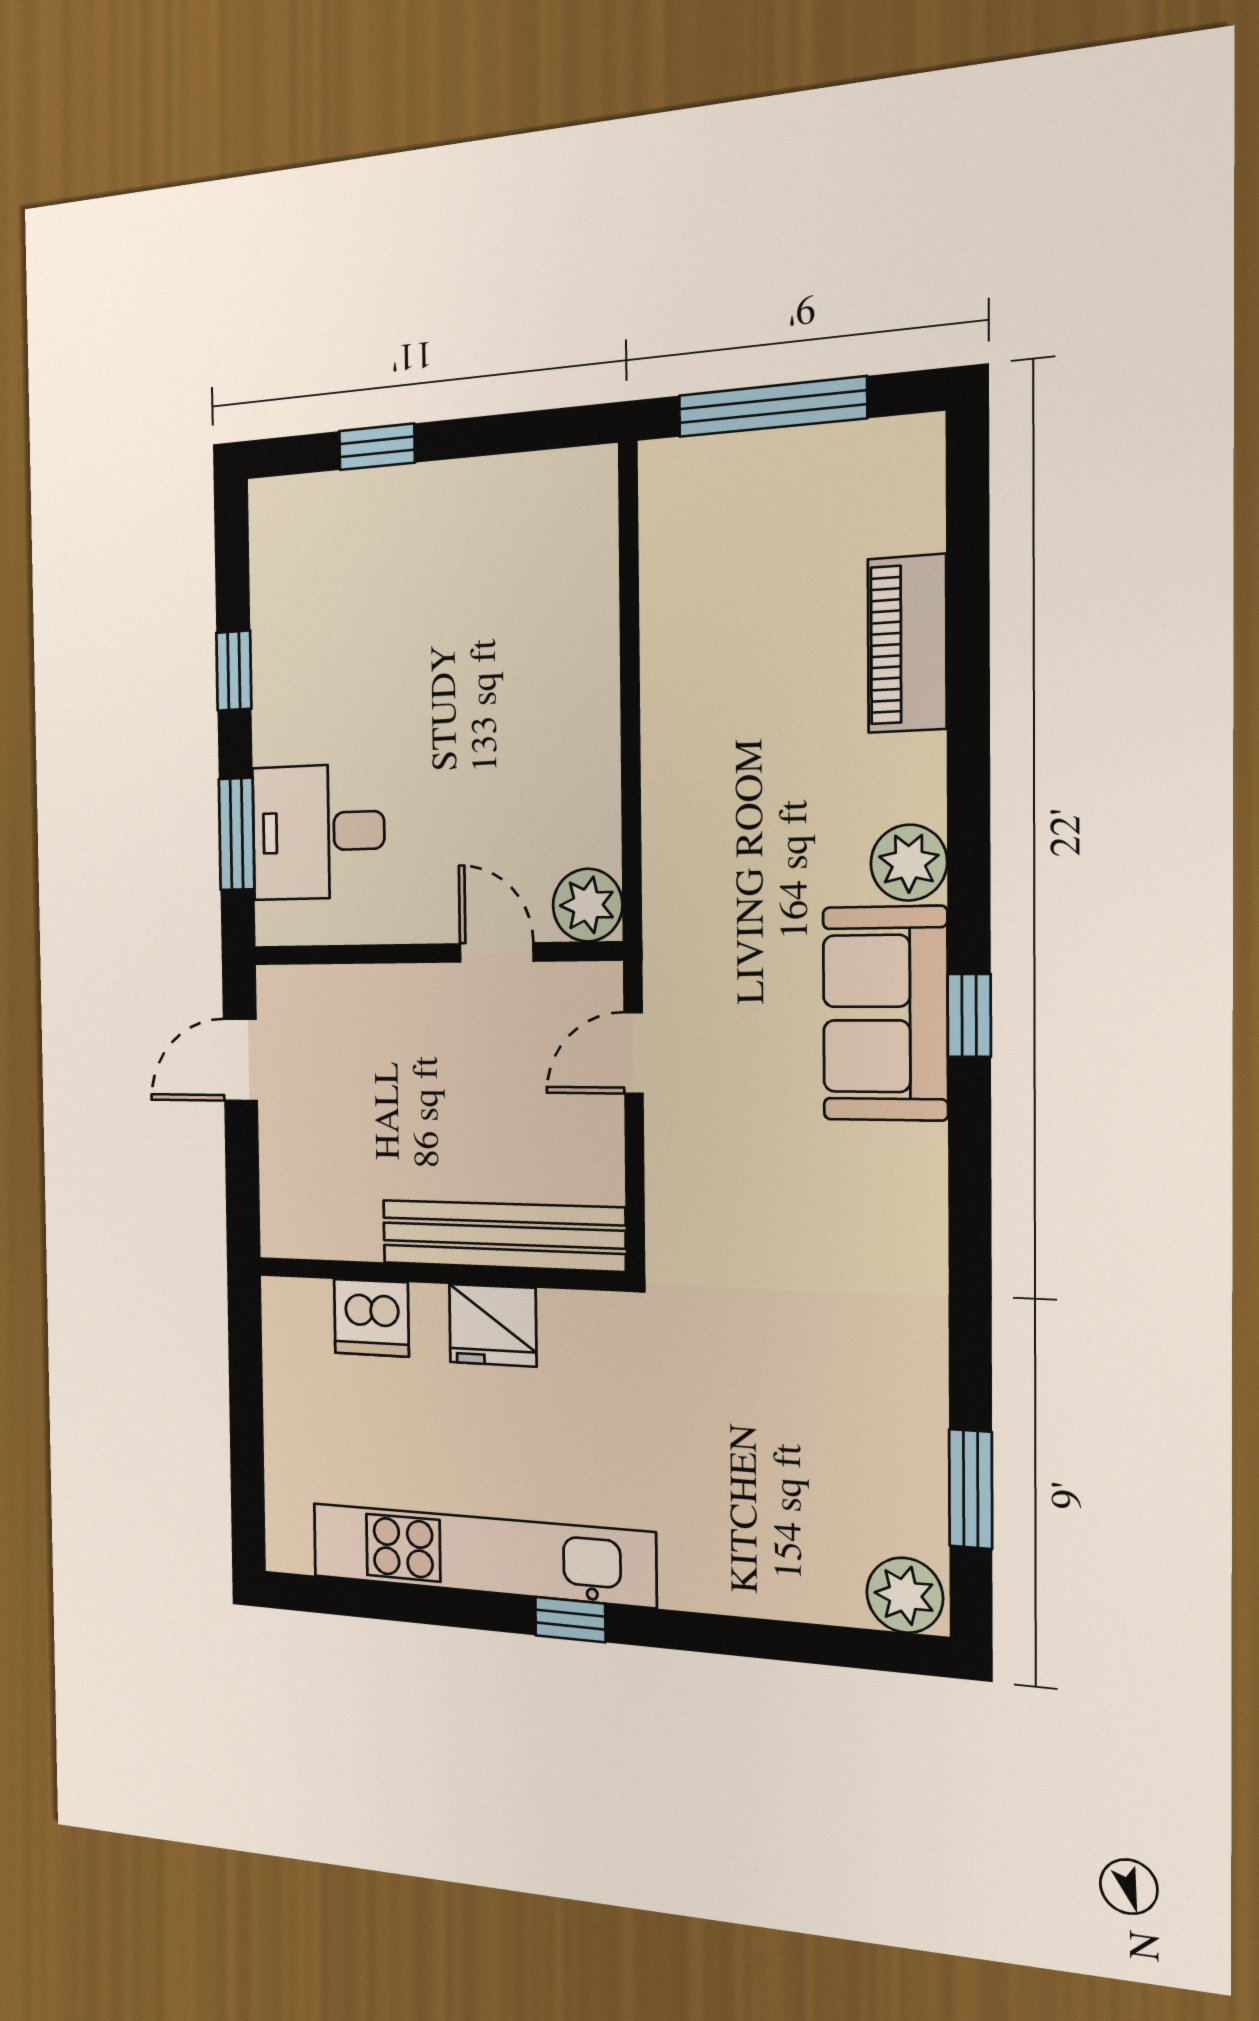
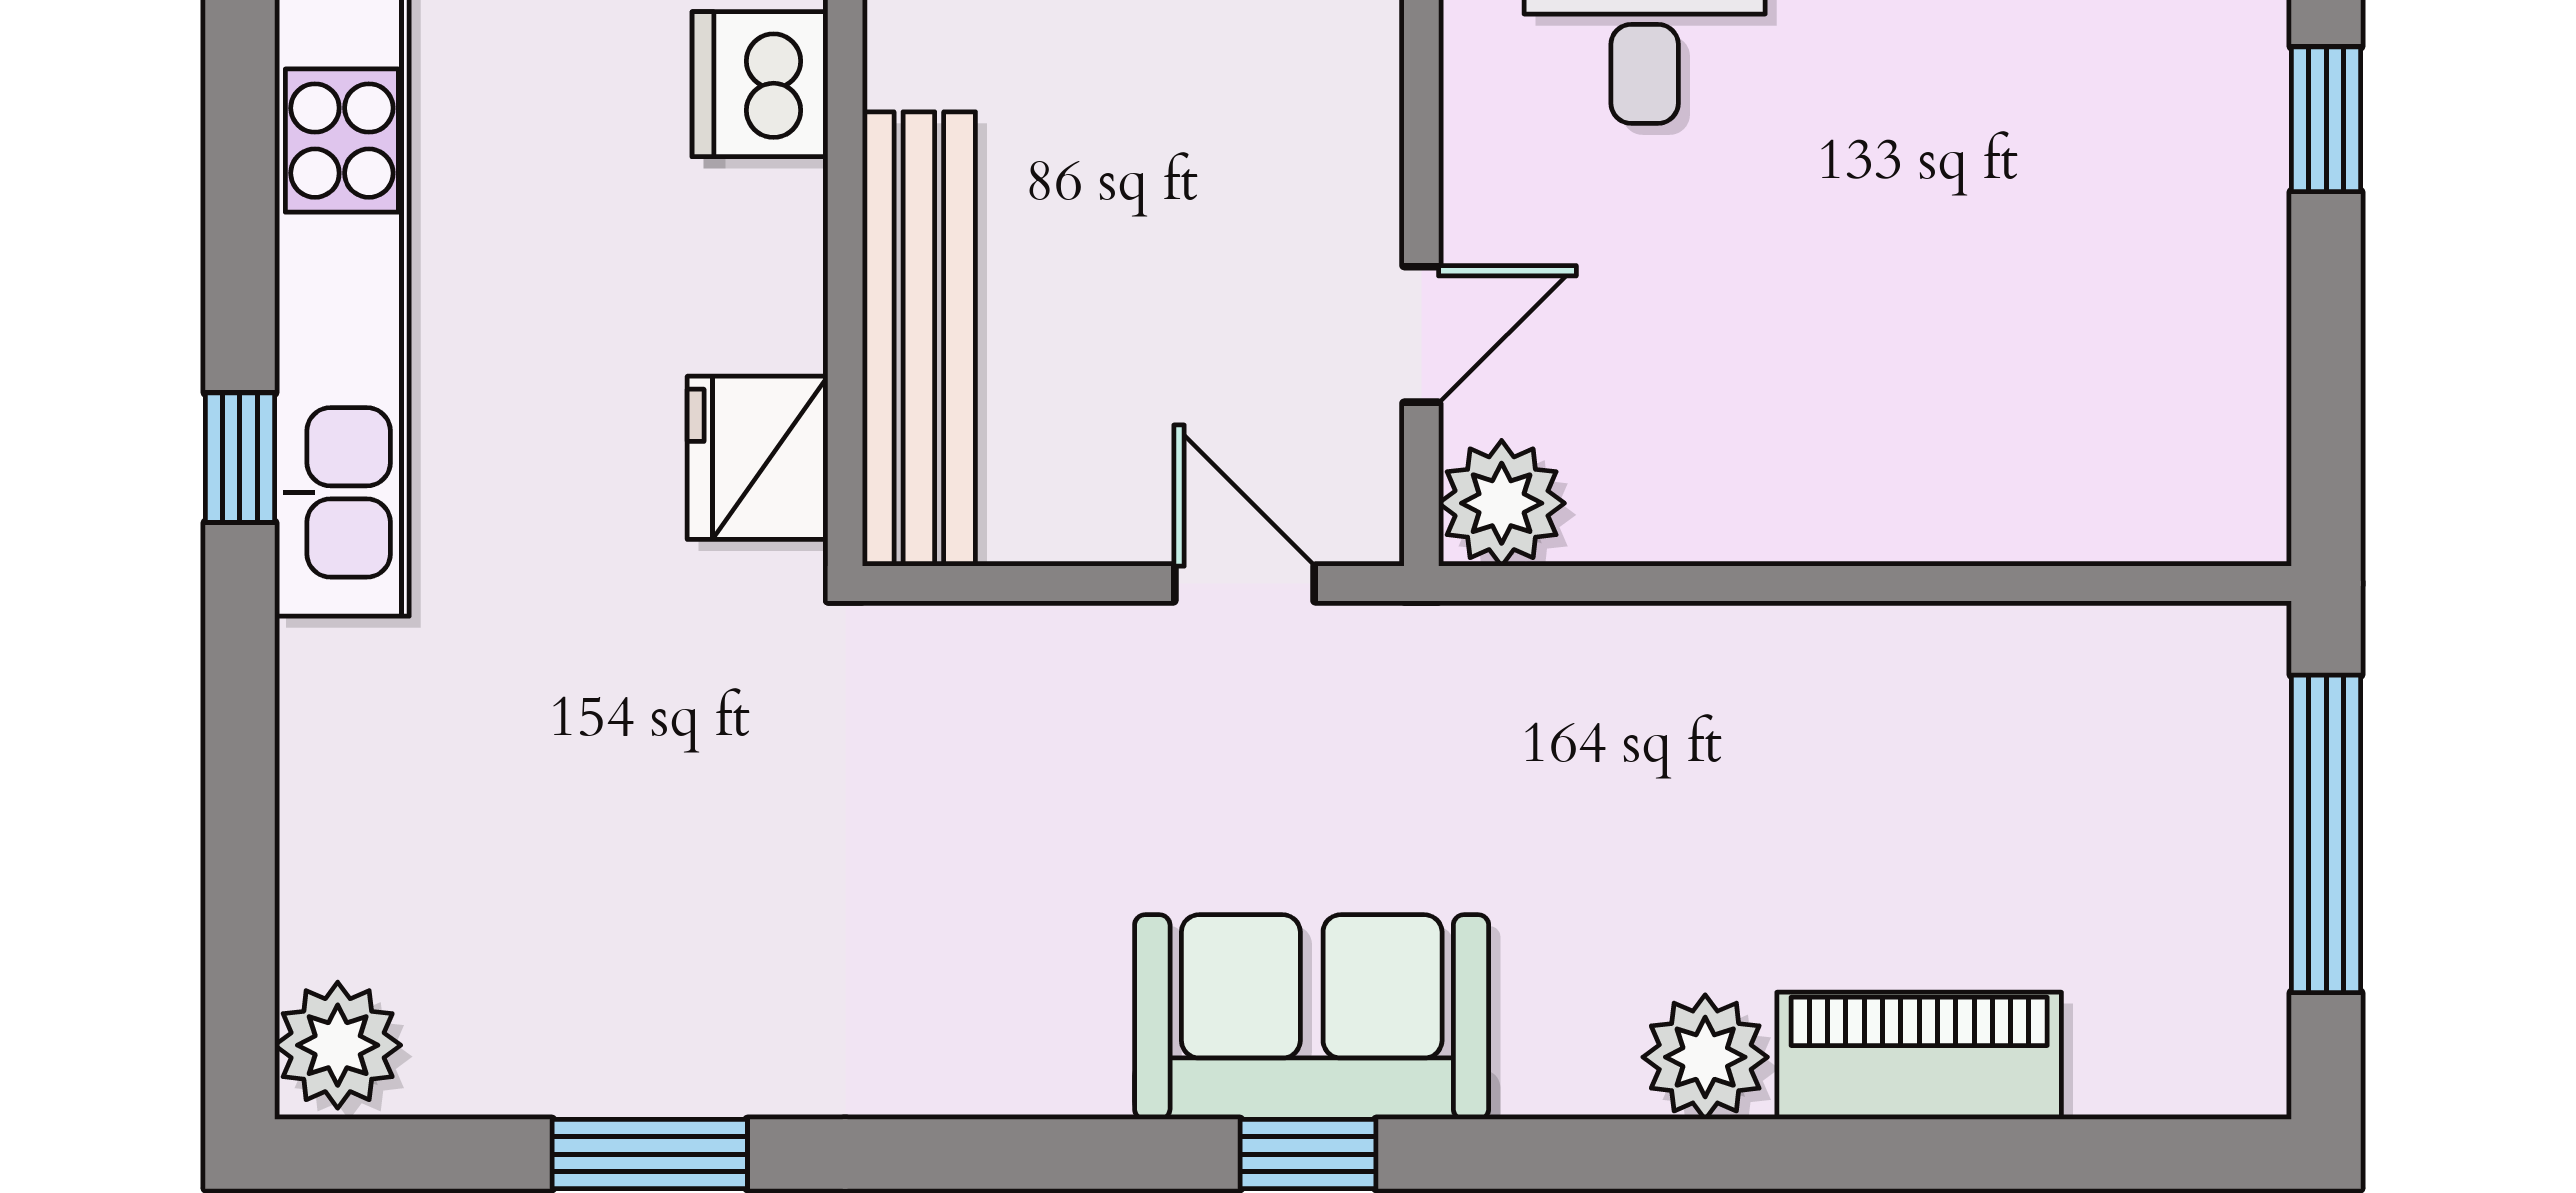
plant: (909, 863) -> (1705, 1057), moved
fridge: (493, 1325) -> (757, 458), moved
window: (971, 1489) -> (650, 1154), moved

